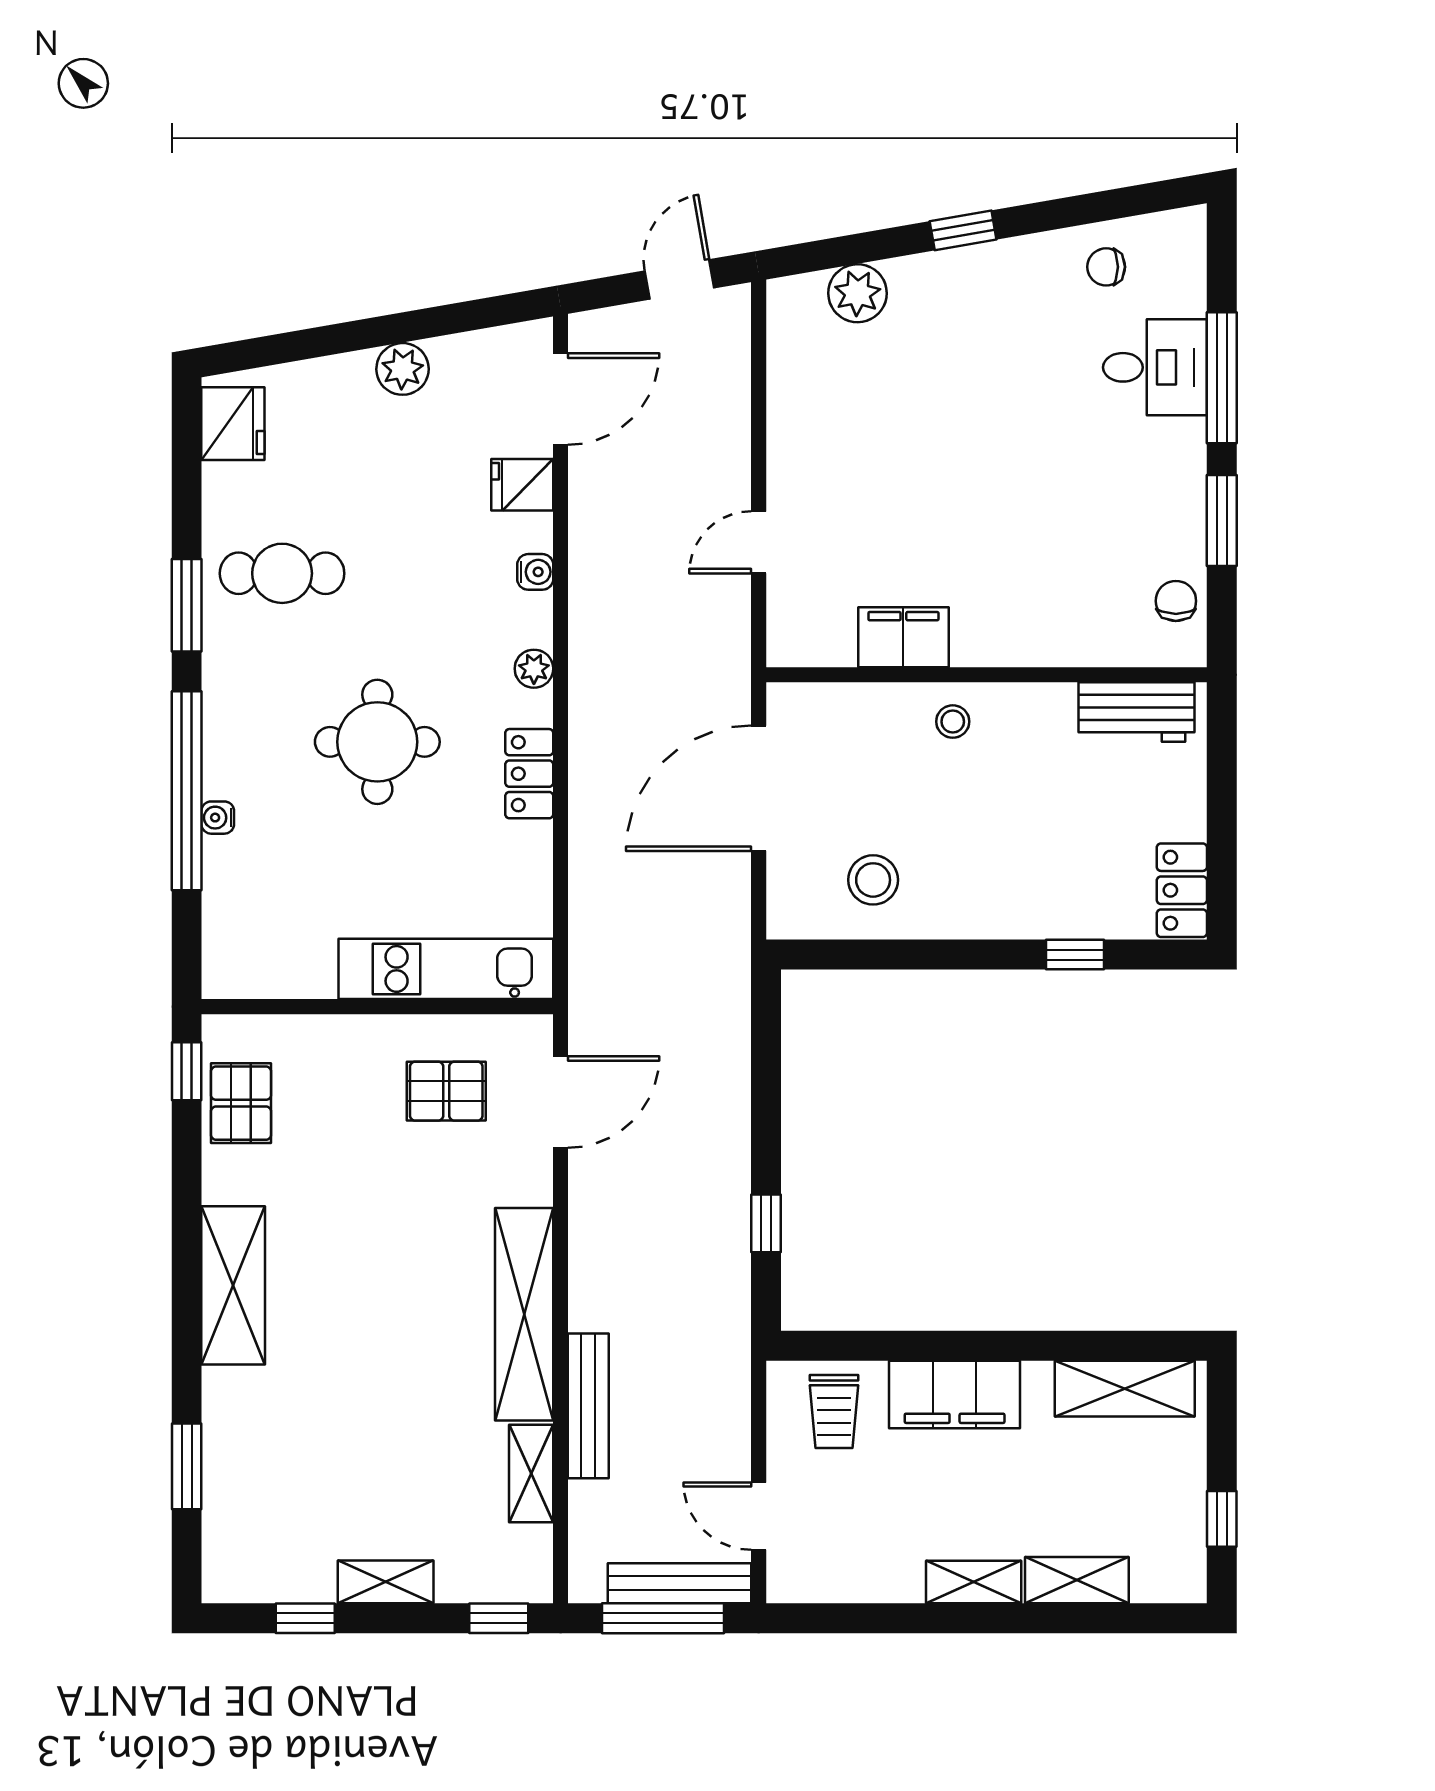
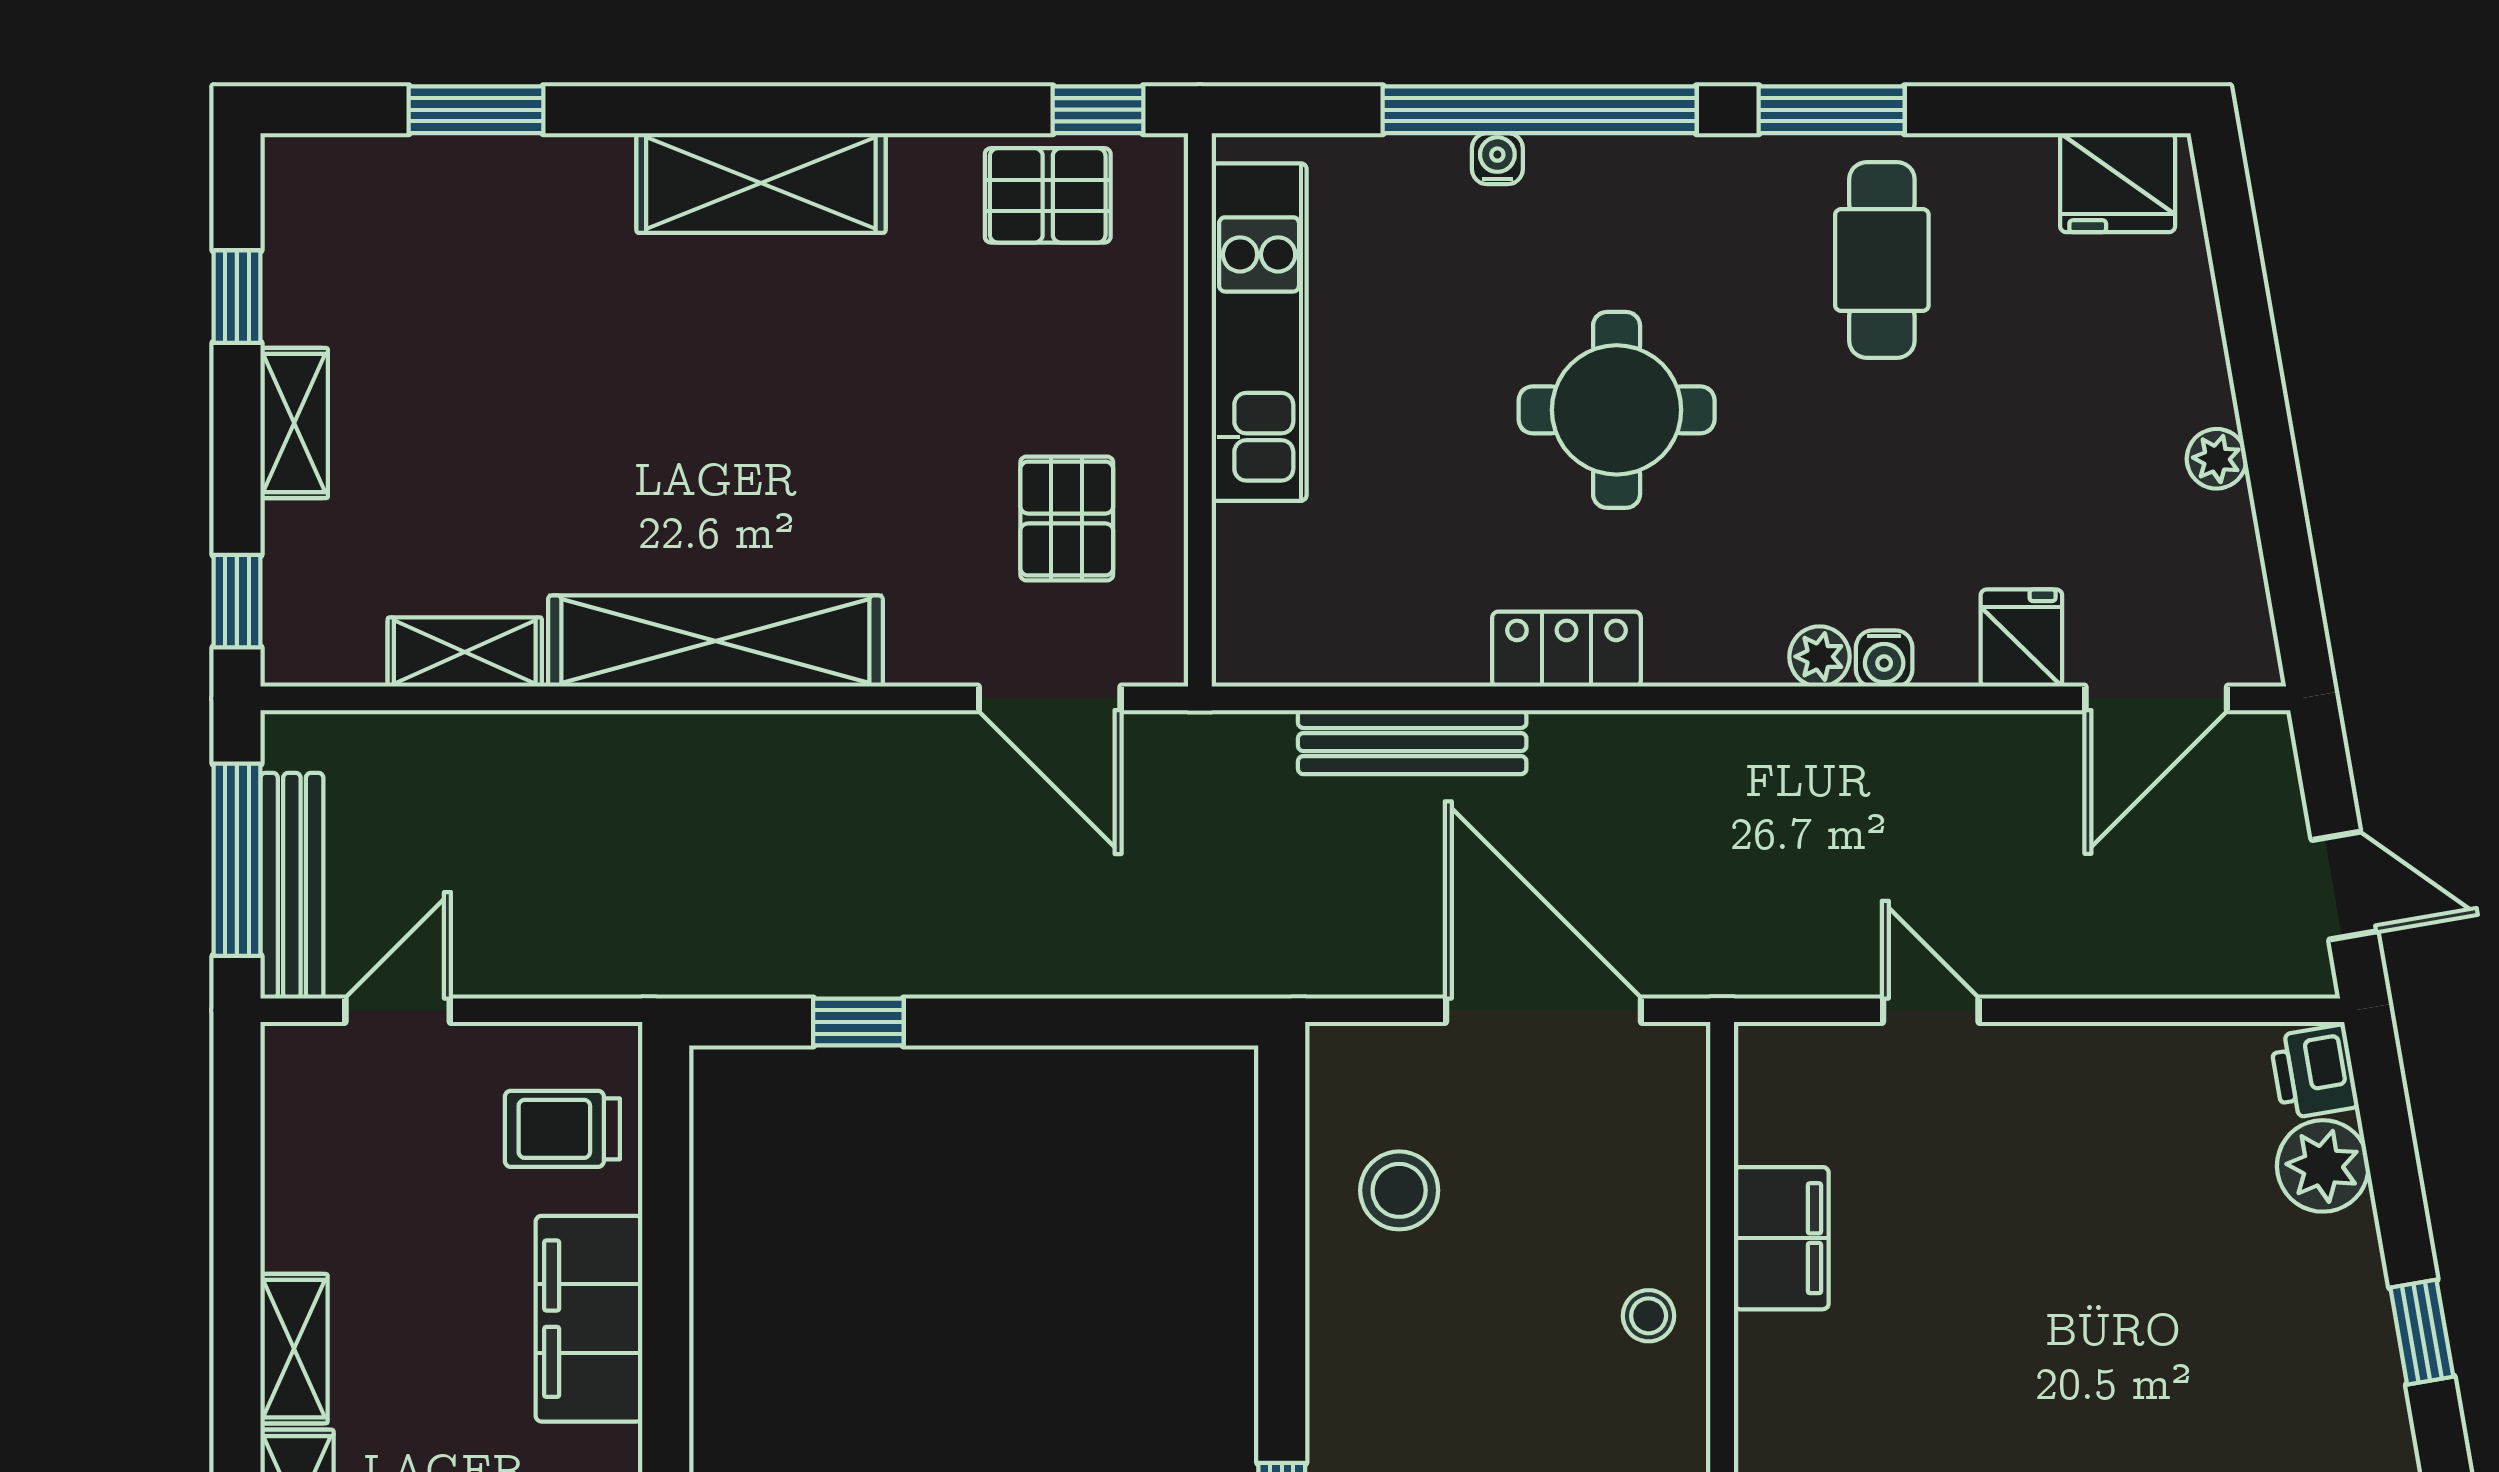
printer: (798, 299) -> (2314, 1072), added
plant: (403, 369) -> (2217, 459), width x0.73, depth x0.73
door: (561, 399) -> (2156, 698), hinge flipped
plant: (534, 669) -> (1819, 657), moved
kitchen unit: (446, 969) -> (1259, 332), moved
bench: (588, 1406) -> (1412, 742), moved

